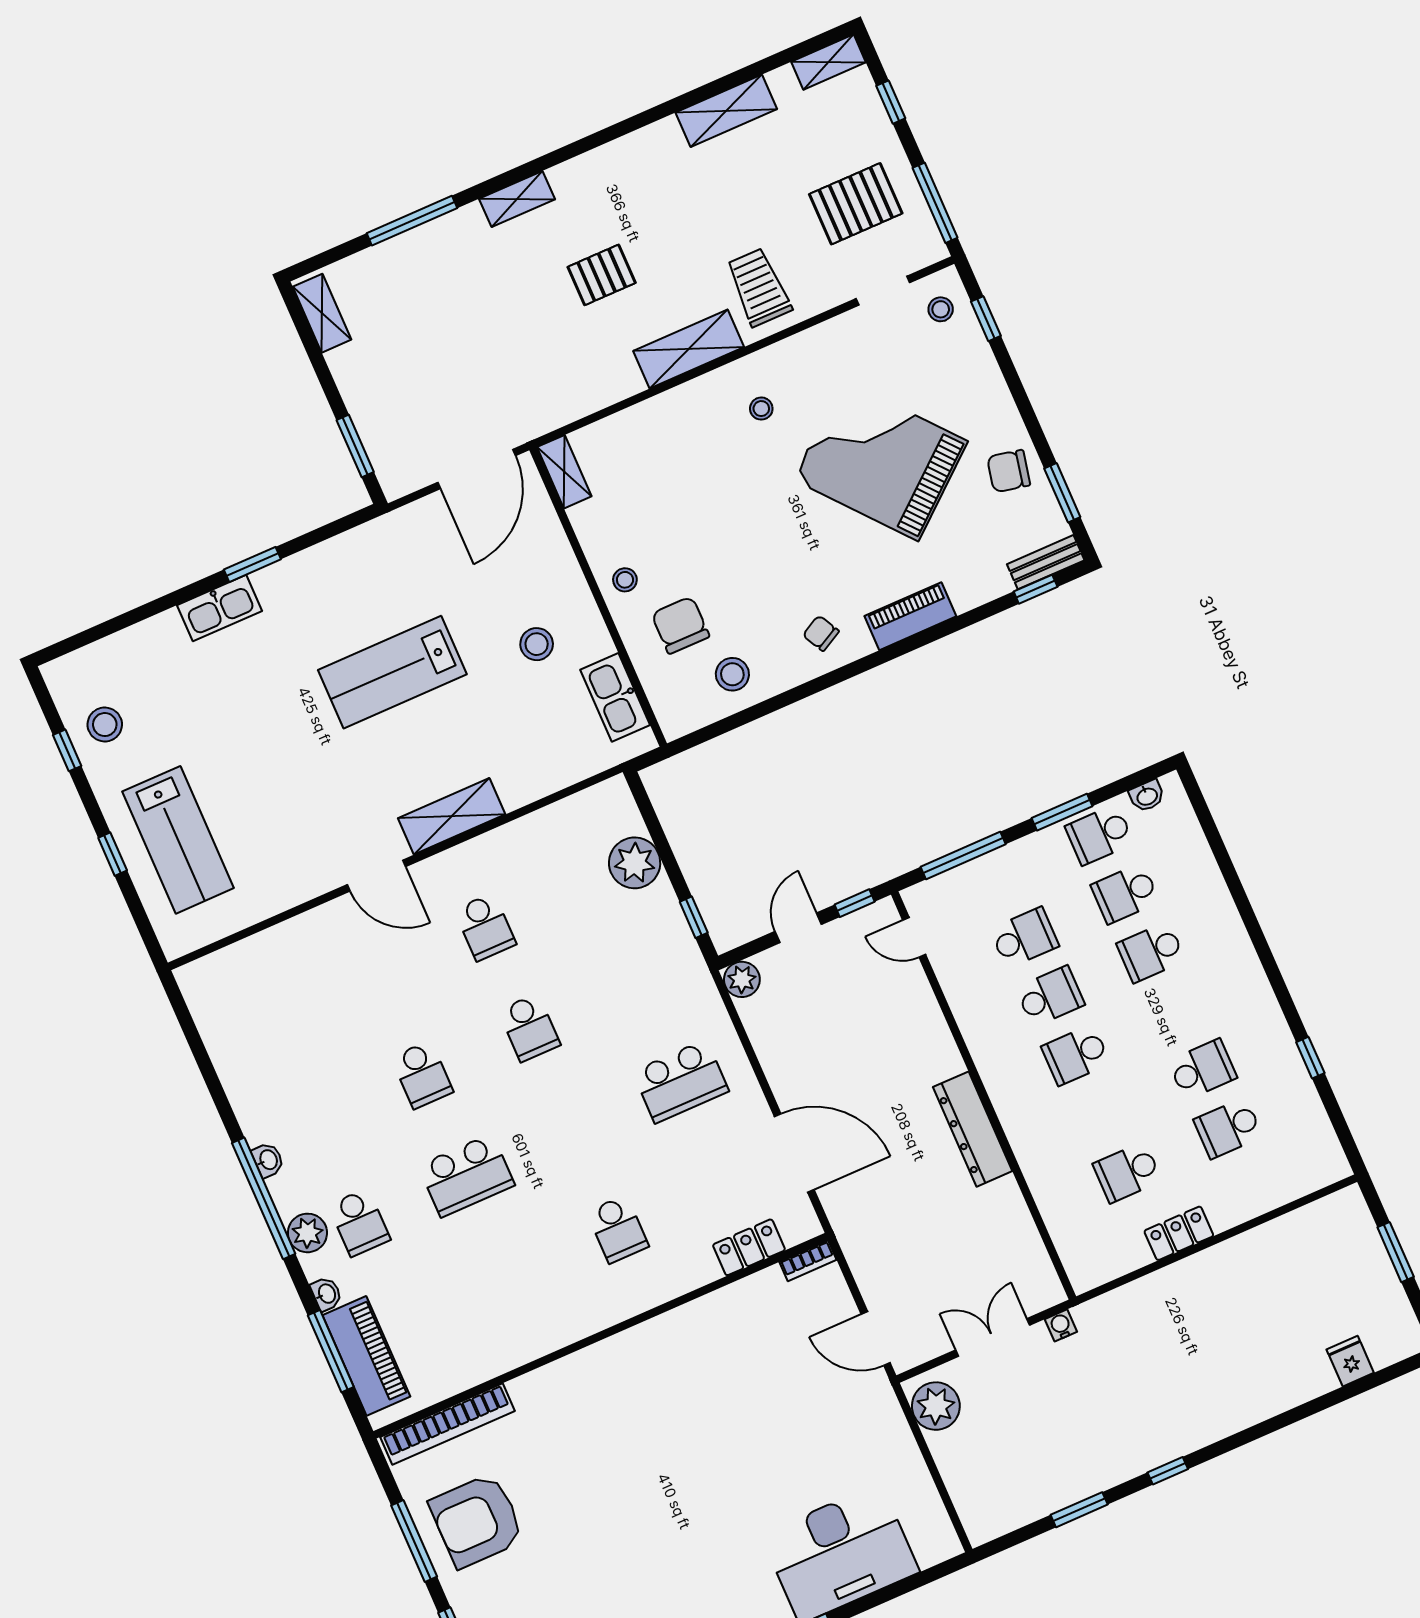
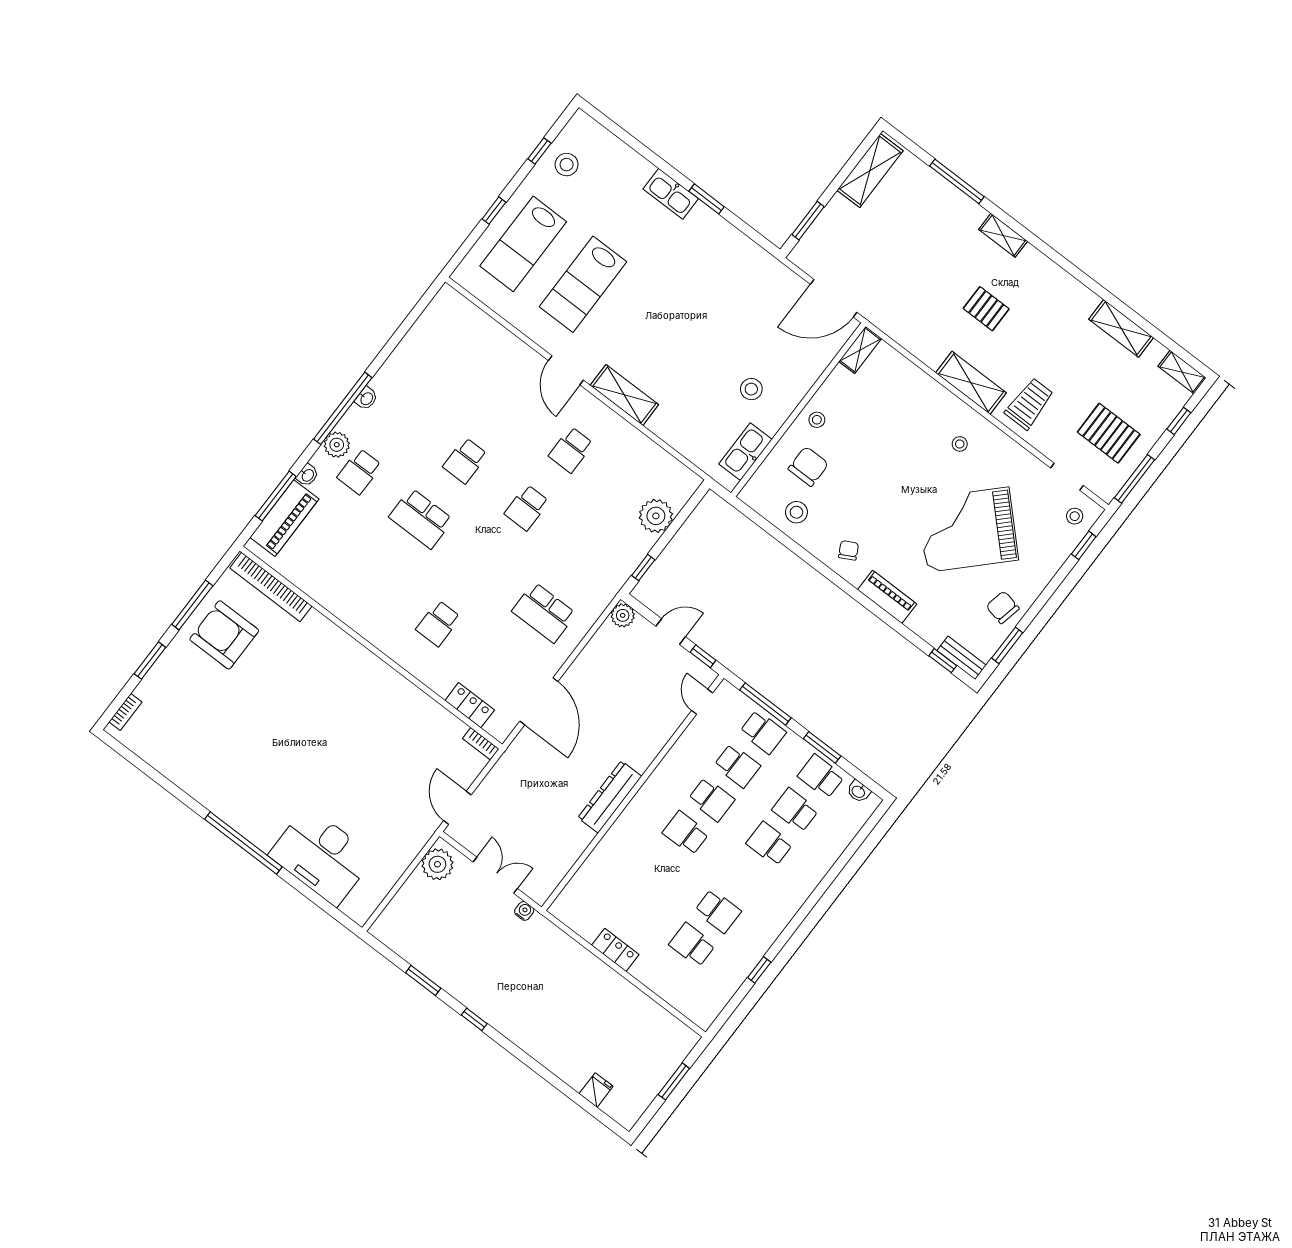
shelving: (322, 313) -> (870, 171), width x1.50, depth x1.33
grand piano: (880, 460) -> (968, 530), turned -95
lab bench: (392, 672) -> (583, 284), moved, turned -90
school desk: (1127, 1172) -> (763, 732), moved, turned 180

